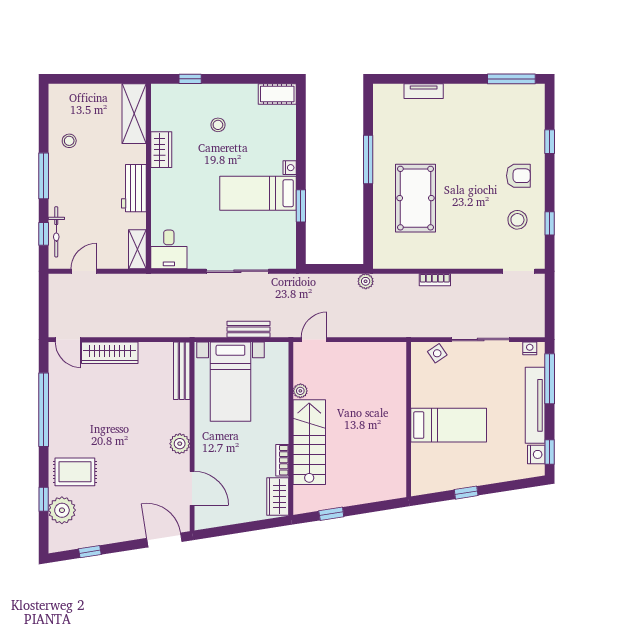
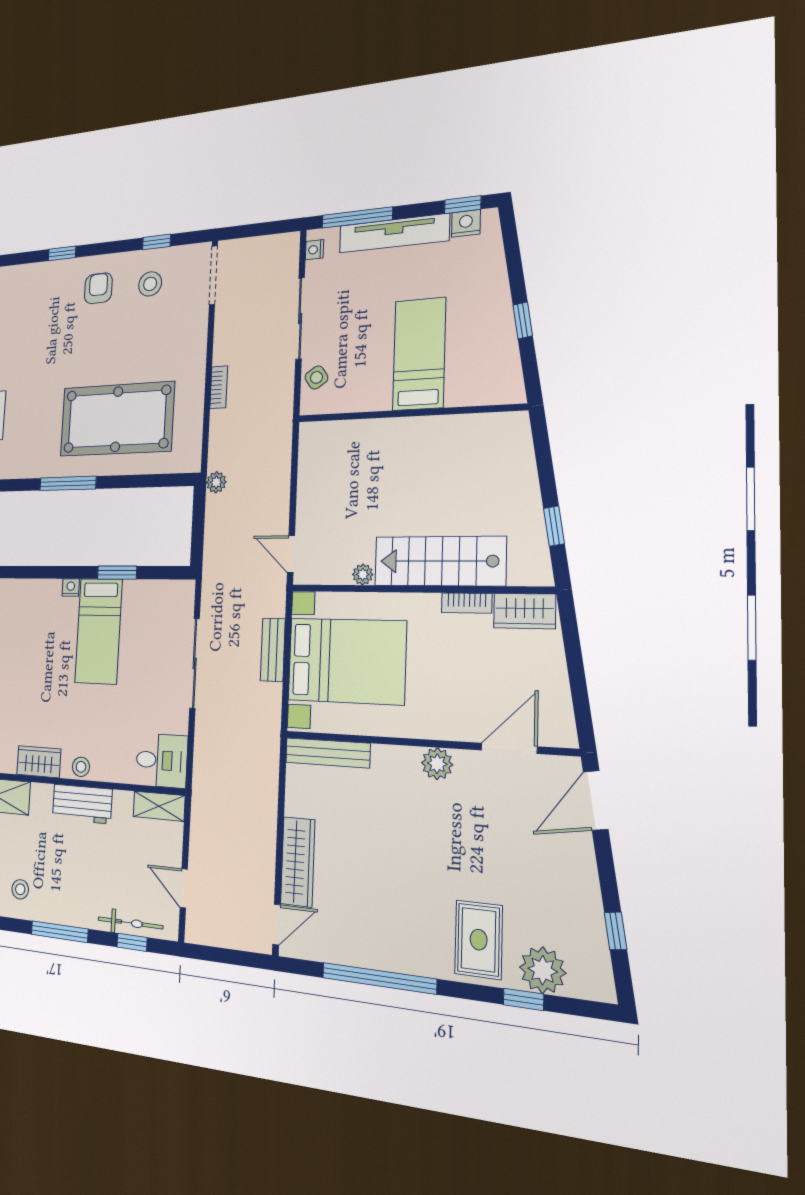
stool: (218, 125) -> (81, 767), moved
pool table: (415, 198) -> (117, 419), width x1.36, depth x1.32
doorway: (519, 271) -> (213, 275), width x1.38
bed with nightstands: (230, 382) -> (347, 661), width x1.36

